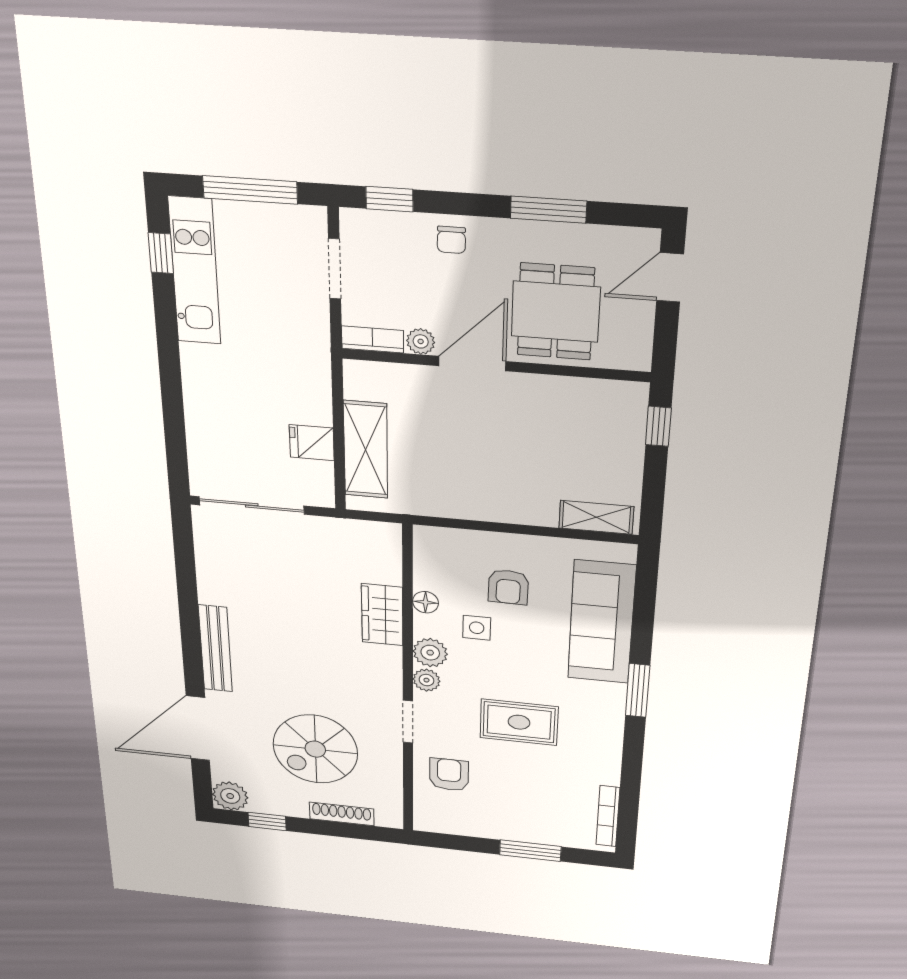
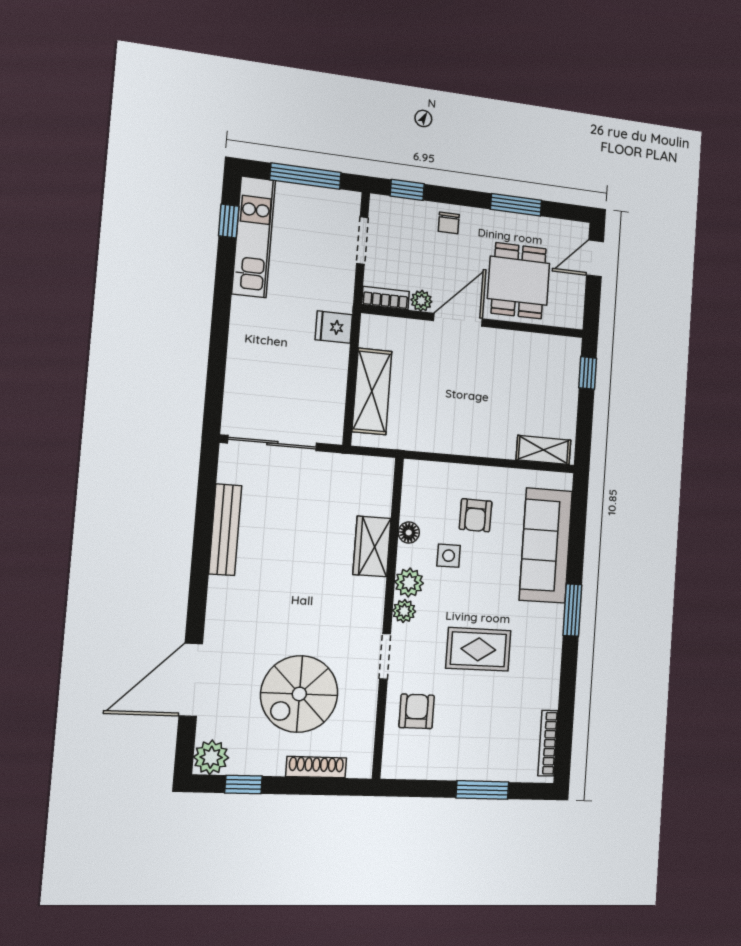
fridge: (312, 443) -> (334, 327), moved
bench: (215, 649) -> (225, 530), moved

